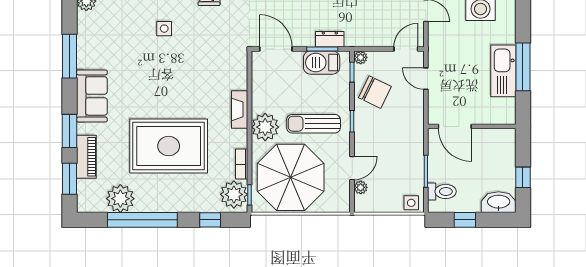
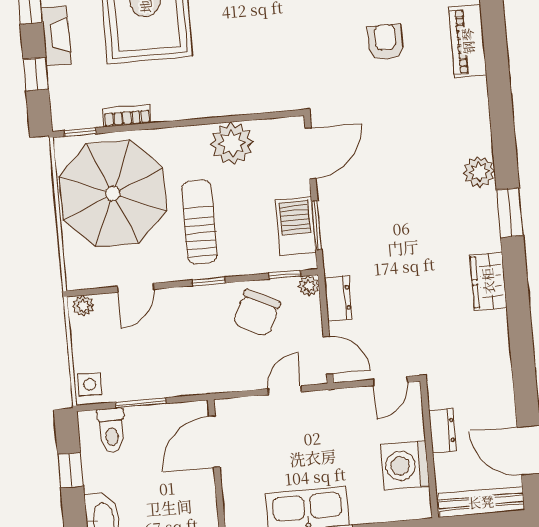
dresser: (330, 39) -> (338, 298), moved
fireplace: (240, 109) -> (56, 36), moved, turned 90
plant: (265, 127) -> (232, 143), moved
door: (352, 168) -> (136, 288), hinge flipped
plant: (361, 187) -> (83, 306), moved
plant: (234, 194) -> (79, 108), removed

